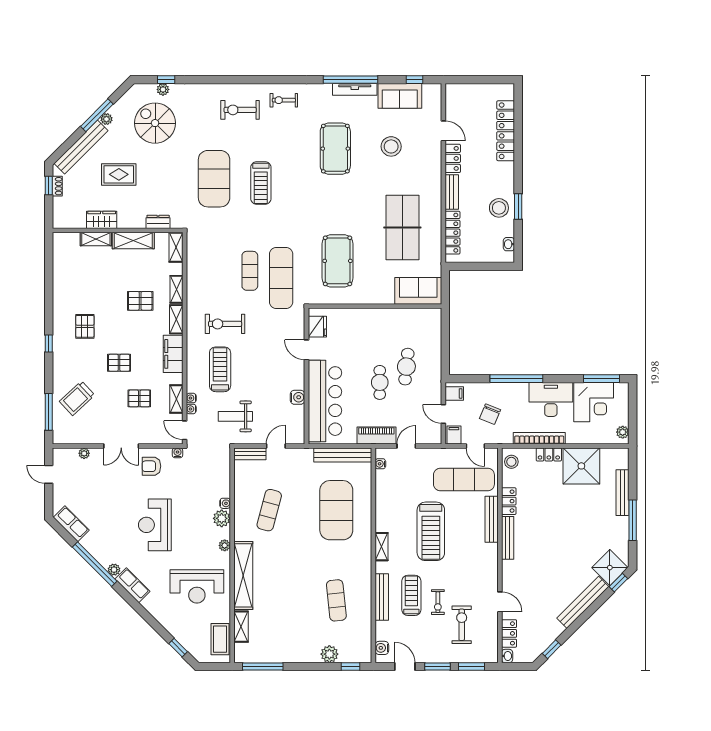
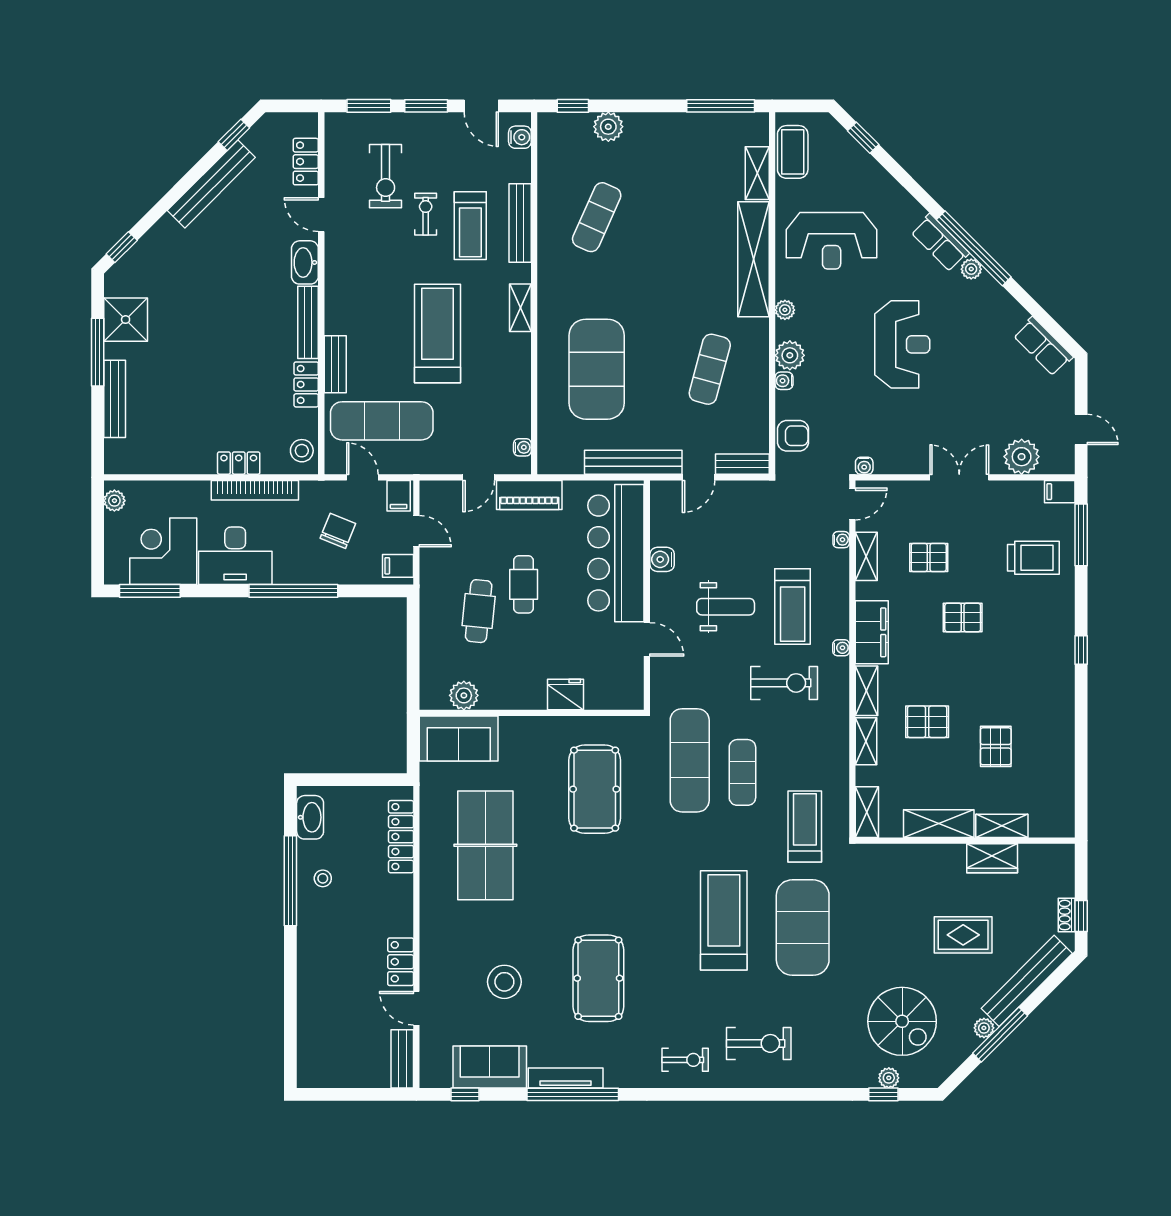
locker: (506, 131) -> (311, 1008), removed
treadmill: (261, 183) -> (724, 920), width x1.37, depth x1.38
bench: (452, 192) -> (402, 1059), moved
window: (518, 206) -> (290, 881), width x2.11
stool: (499, 208) -> (323, 878), width x0.53, depth x0.53
dresser: (158, 222) -> (897, 855), removed
treadmill: (213, 239) -> (805, 827), added
washbasin: (509, 244) -> (310, 817), width x1.91, depth x1.45
plant: (415, 317) -> (464, 695), added
pallet: (85, 326) -> (996, 746), moved
fridge: (317, 327) -> (565, 694), moved, turned 90
trolley: (77, 398) -> (1033, 558), turned 43
water cooler: (191, 398) -> (841, 648), moved
weight bench: (235, 416) -> (726, 607), moved
door: (185, 430) -> (852, 504), hinge flipped
filing cabinet: (61, 437) -> (1060, 492), added
plant: (84, 453) -> (1022, 457), width x1.88, depth x1.88
bench: (343, 455) -> (633, 462), moved
armchair: (151, 466) -> (793, 436), moved
shower: (581, 466) -> (184, 444), removed
bench: (492, 519) -> (335, 364), width x0.73
window: (95, 564) -> (974, 248), moved
shower: (610, 568) -> (126, 320), moved, turned 45
reception desk: (197, 586) -> (832, 241), turned 180
exercise mat: (336, 600) -> (597, 217), turned 30
bench: (583, 602) -> (211, 184), moved
washbasin: (507, 656) -> (305, 262), moved, width x1.91, depth x1.45

